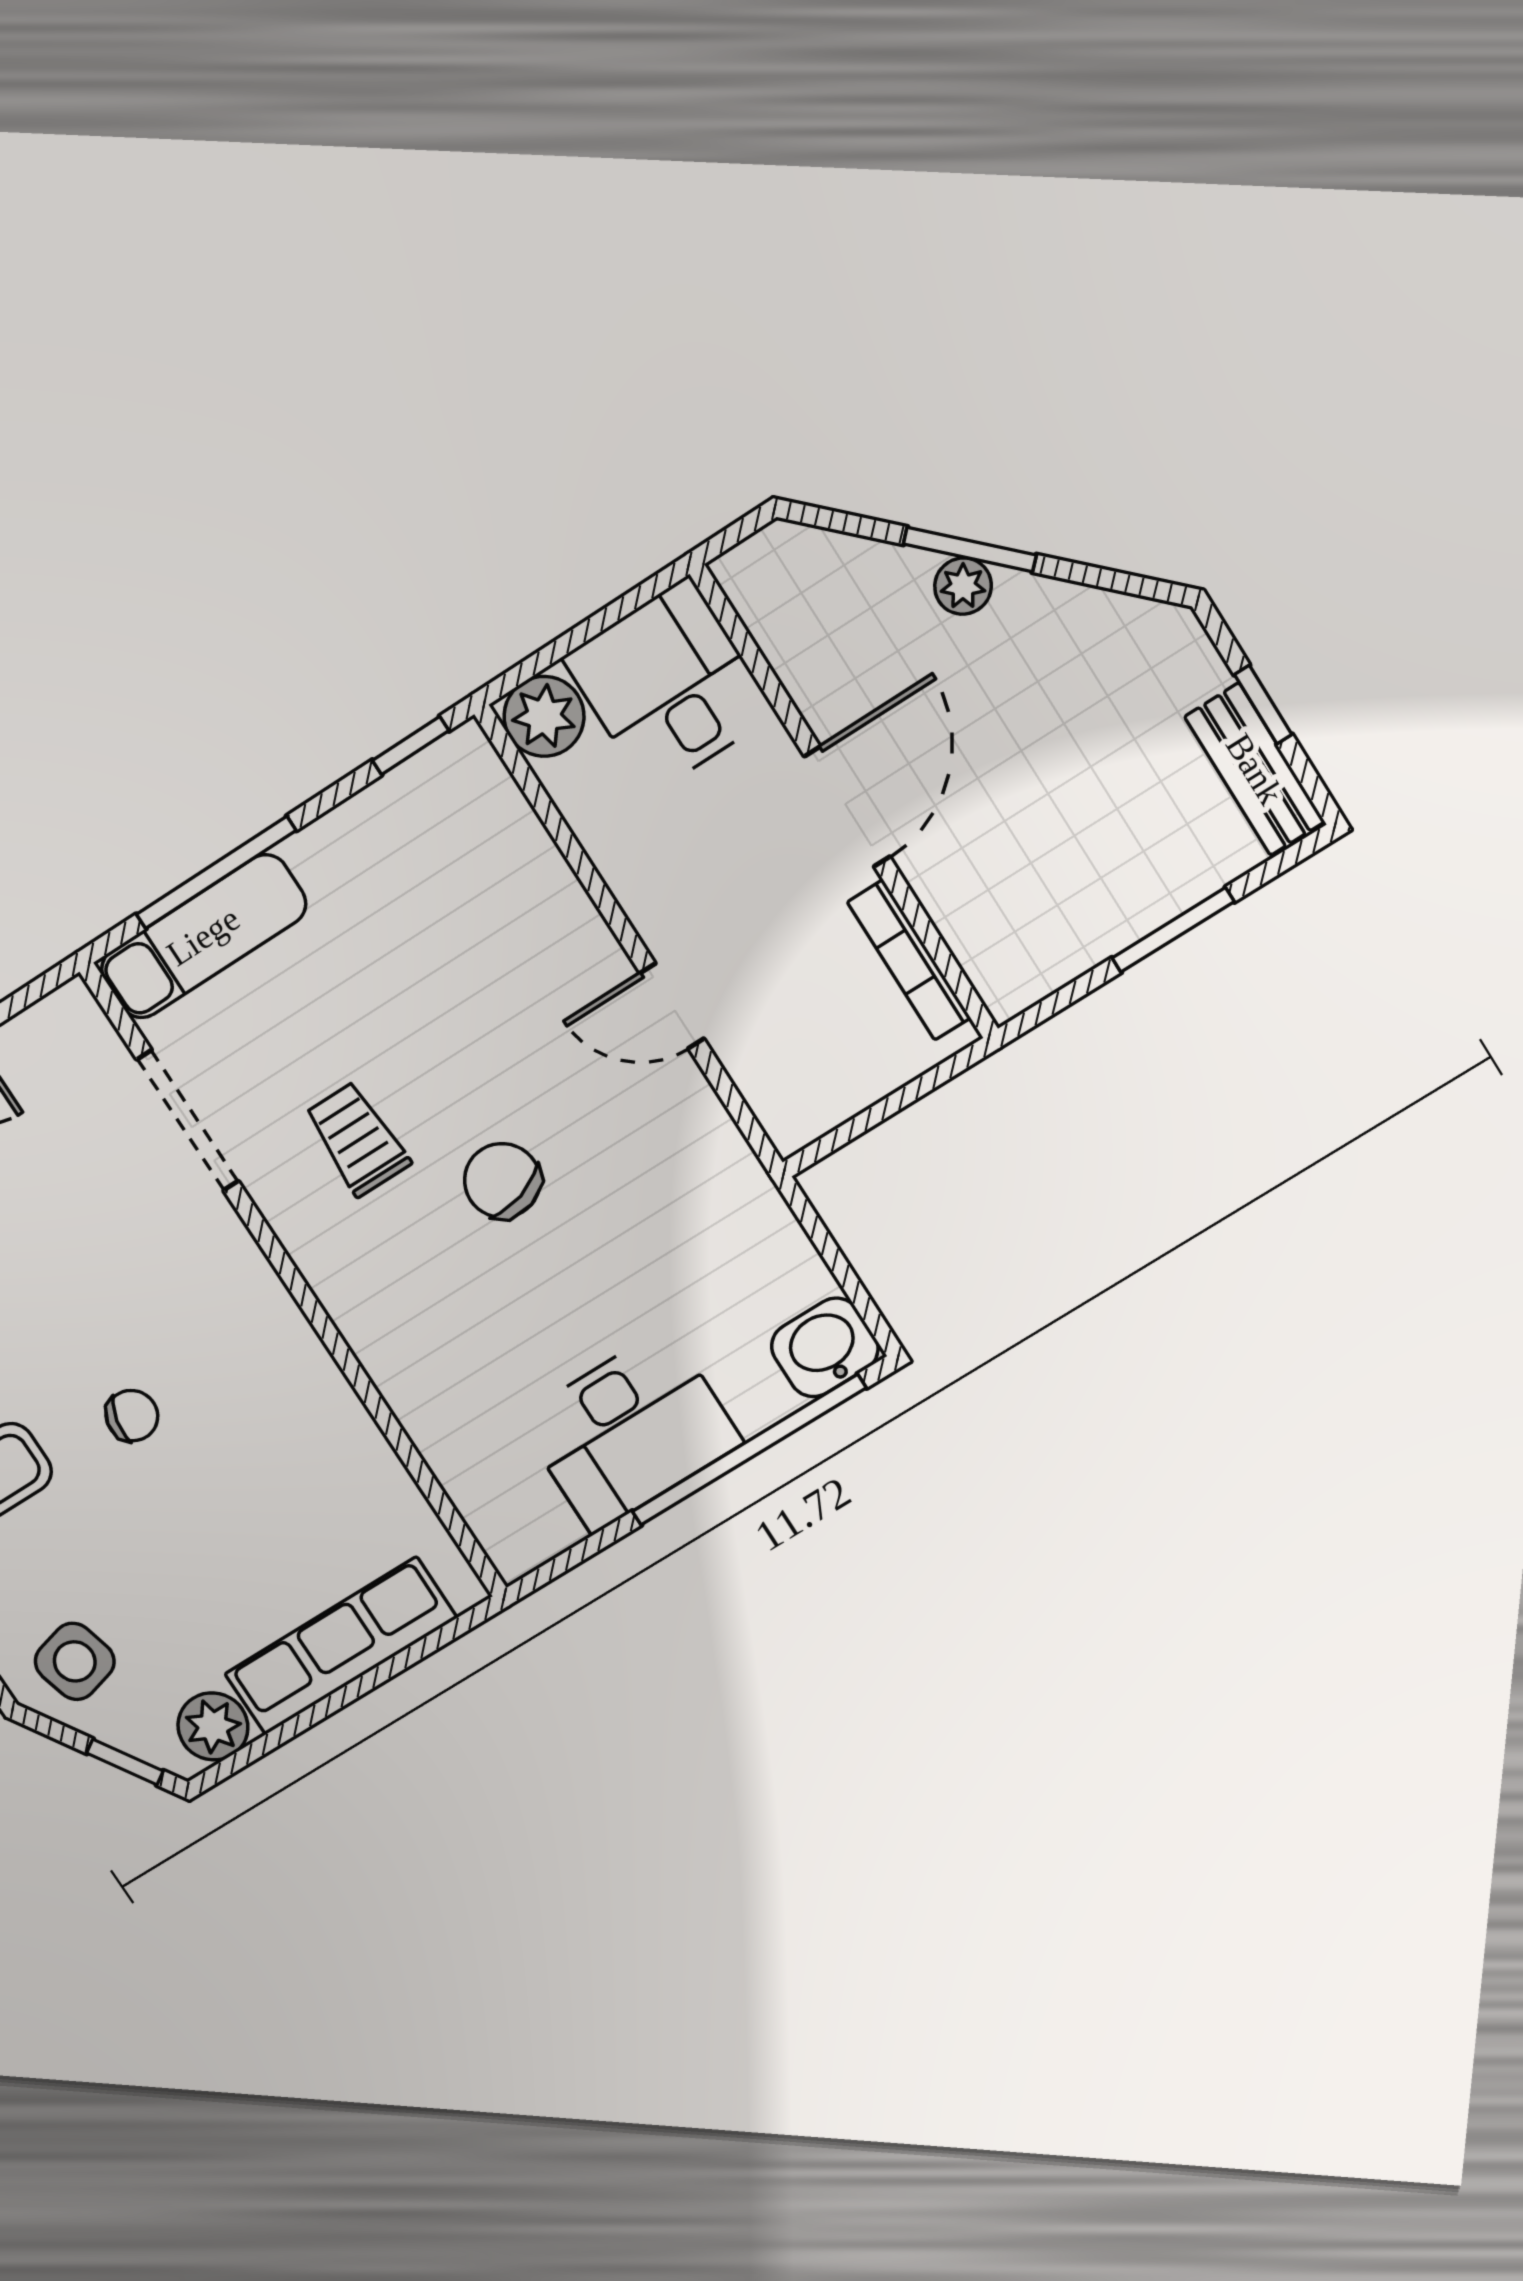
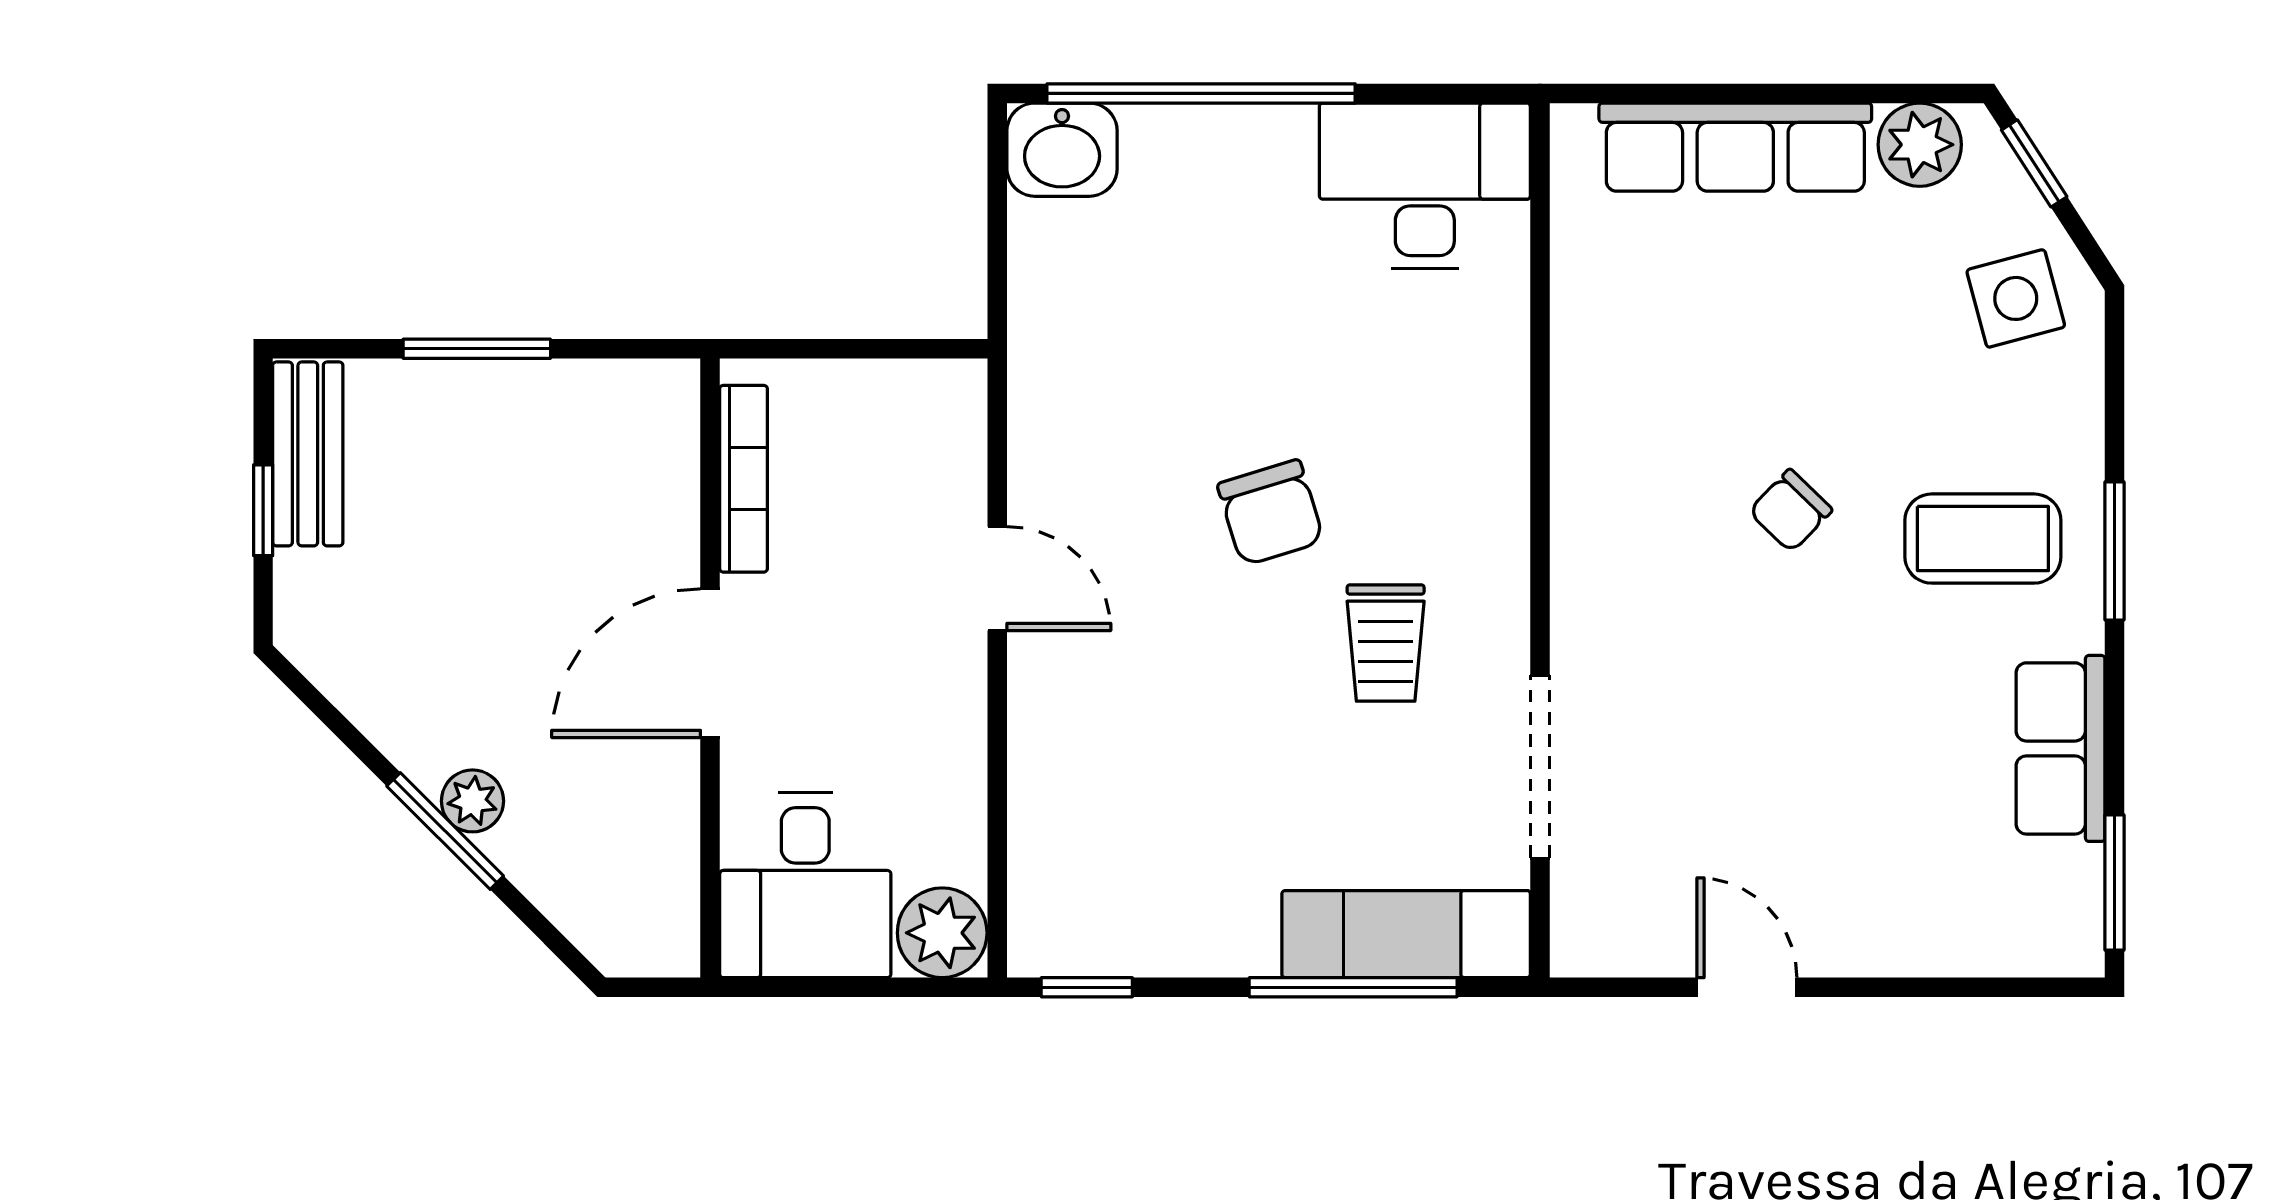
chair: (132, 1416) -> (1790, 511), turned -59
desk: (630, 1431) -> (1425, 186), moved

